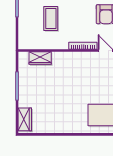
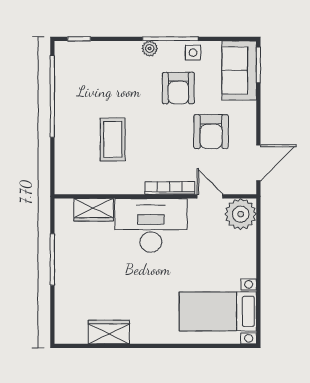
desk: (72, 67) -> (151, 225), added
wardrobe: (25, 119) -> (109, 332), moved, turned -90

